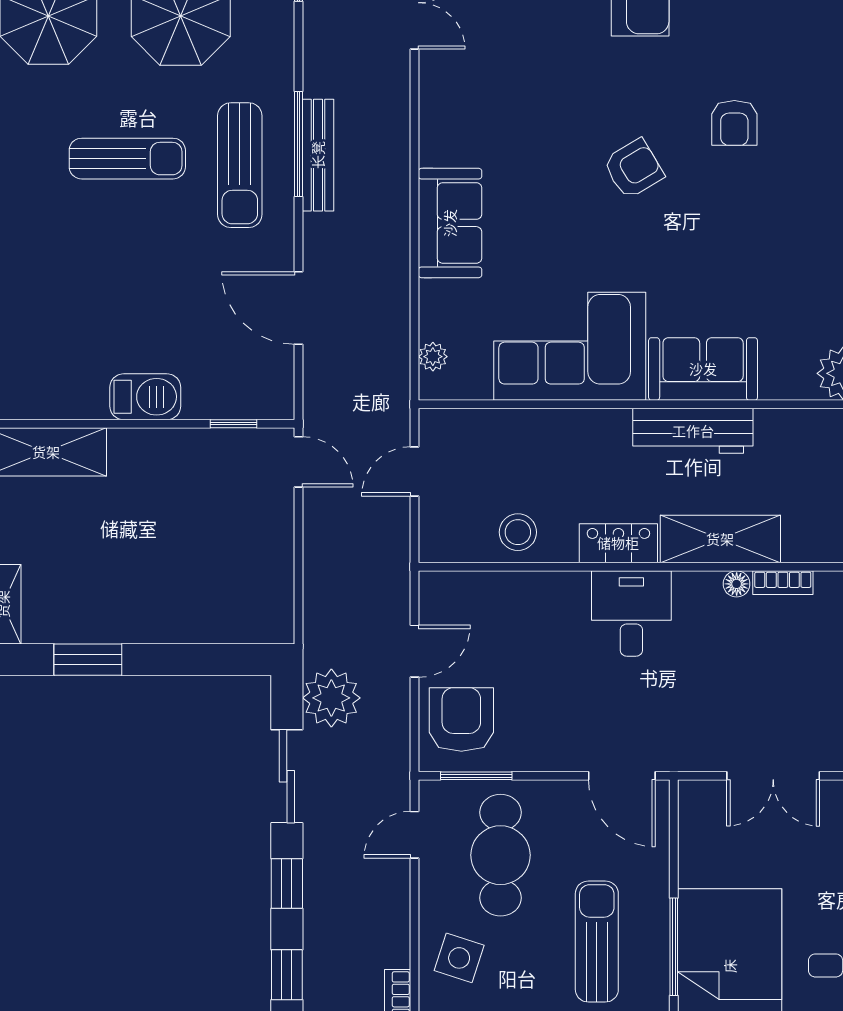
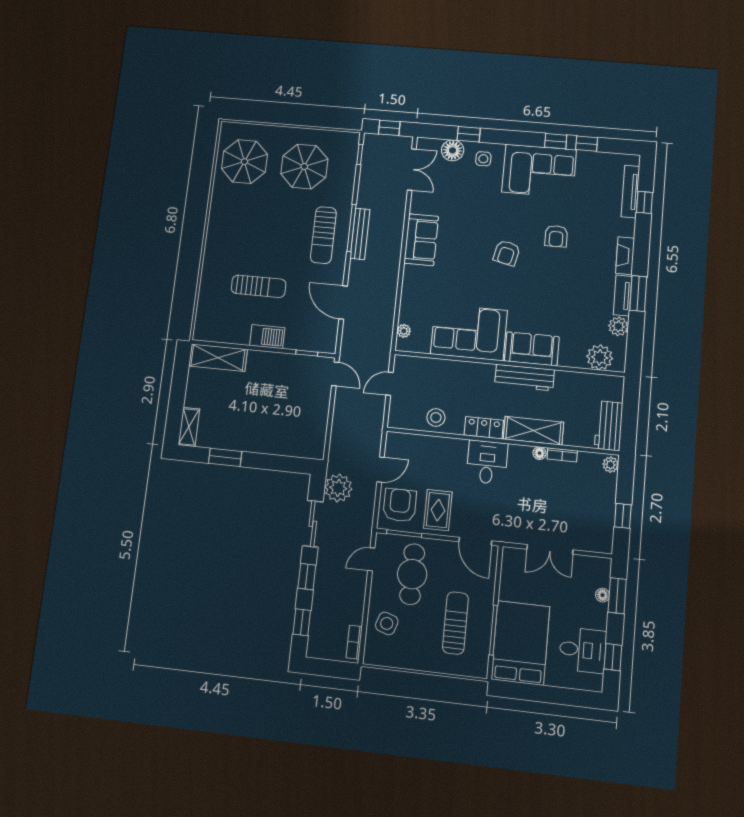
sun lounger: (127, 159) -> (259, 286), moved
armchair: (633, 169) -> (507, 253), turned 134
sofa: (450, 223) -> (421, 240), moved
rug: (540, 721) -> (438, 510), added

